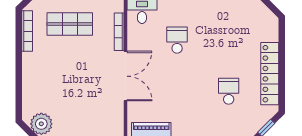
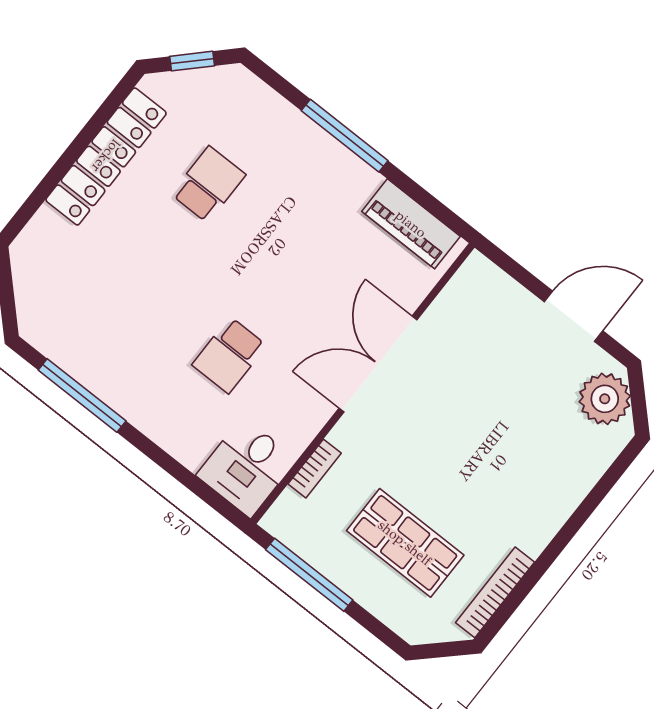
bookcase: (119, 32) -> (315, 469), width x0.64
school desk: (229, 91) -> (208, 184), turned 180

